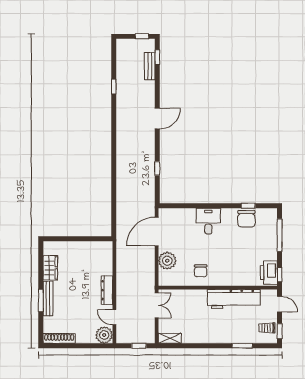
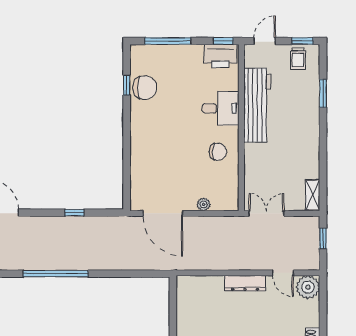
window: (114, 155) -> (56, 274), added
desk: (208, 221) -> (221, 108), moved, turned 180
plant: (167, 261) -> (204, 204), width x0.53, depth x0.53
door: (114, 317) -> (283, 273), hinge flipped

